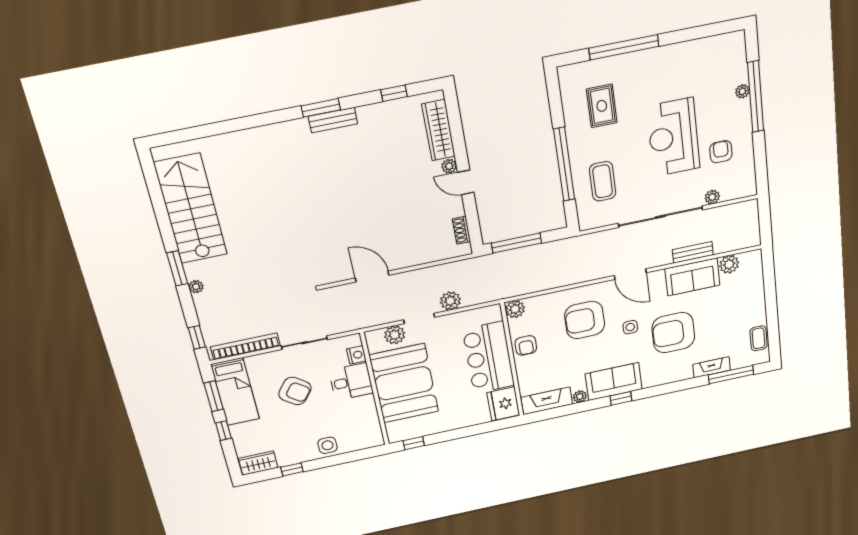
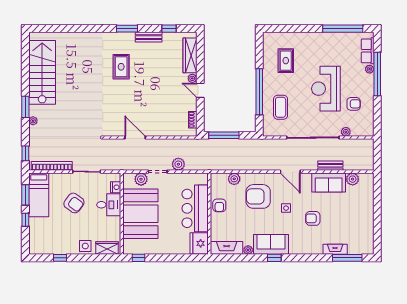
window: (624, 47) -> (343, 29), moved
row of seats: (737, 62) -> (368, 51), added
bench: (333, 120) -> (149, 37), moved
armchair: (721, 152) -> (354, 104), turned 90
rug: (325, 172) -> (121, 67), added
plant: (515, 309) -> (234, 179), moved
armchair: (673, 333) -> (313, 218), width x0.53, depth x0.53
coffee table: (759, 338) -> (367, 236), removed
wardrobe: (258, 463) -> (107, 248), moved

